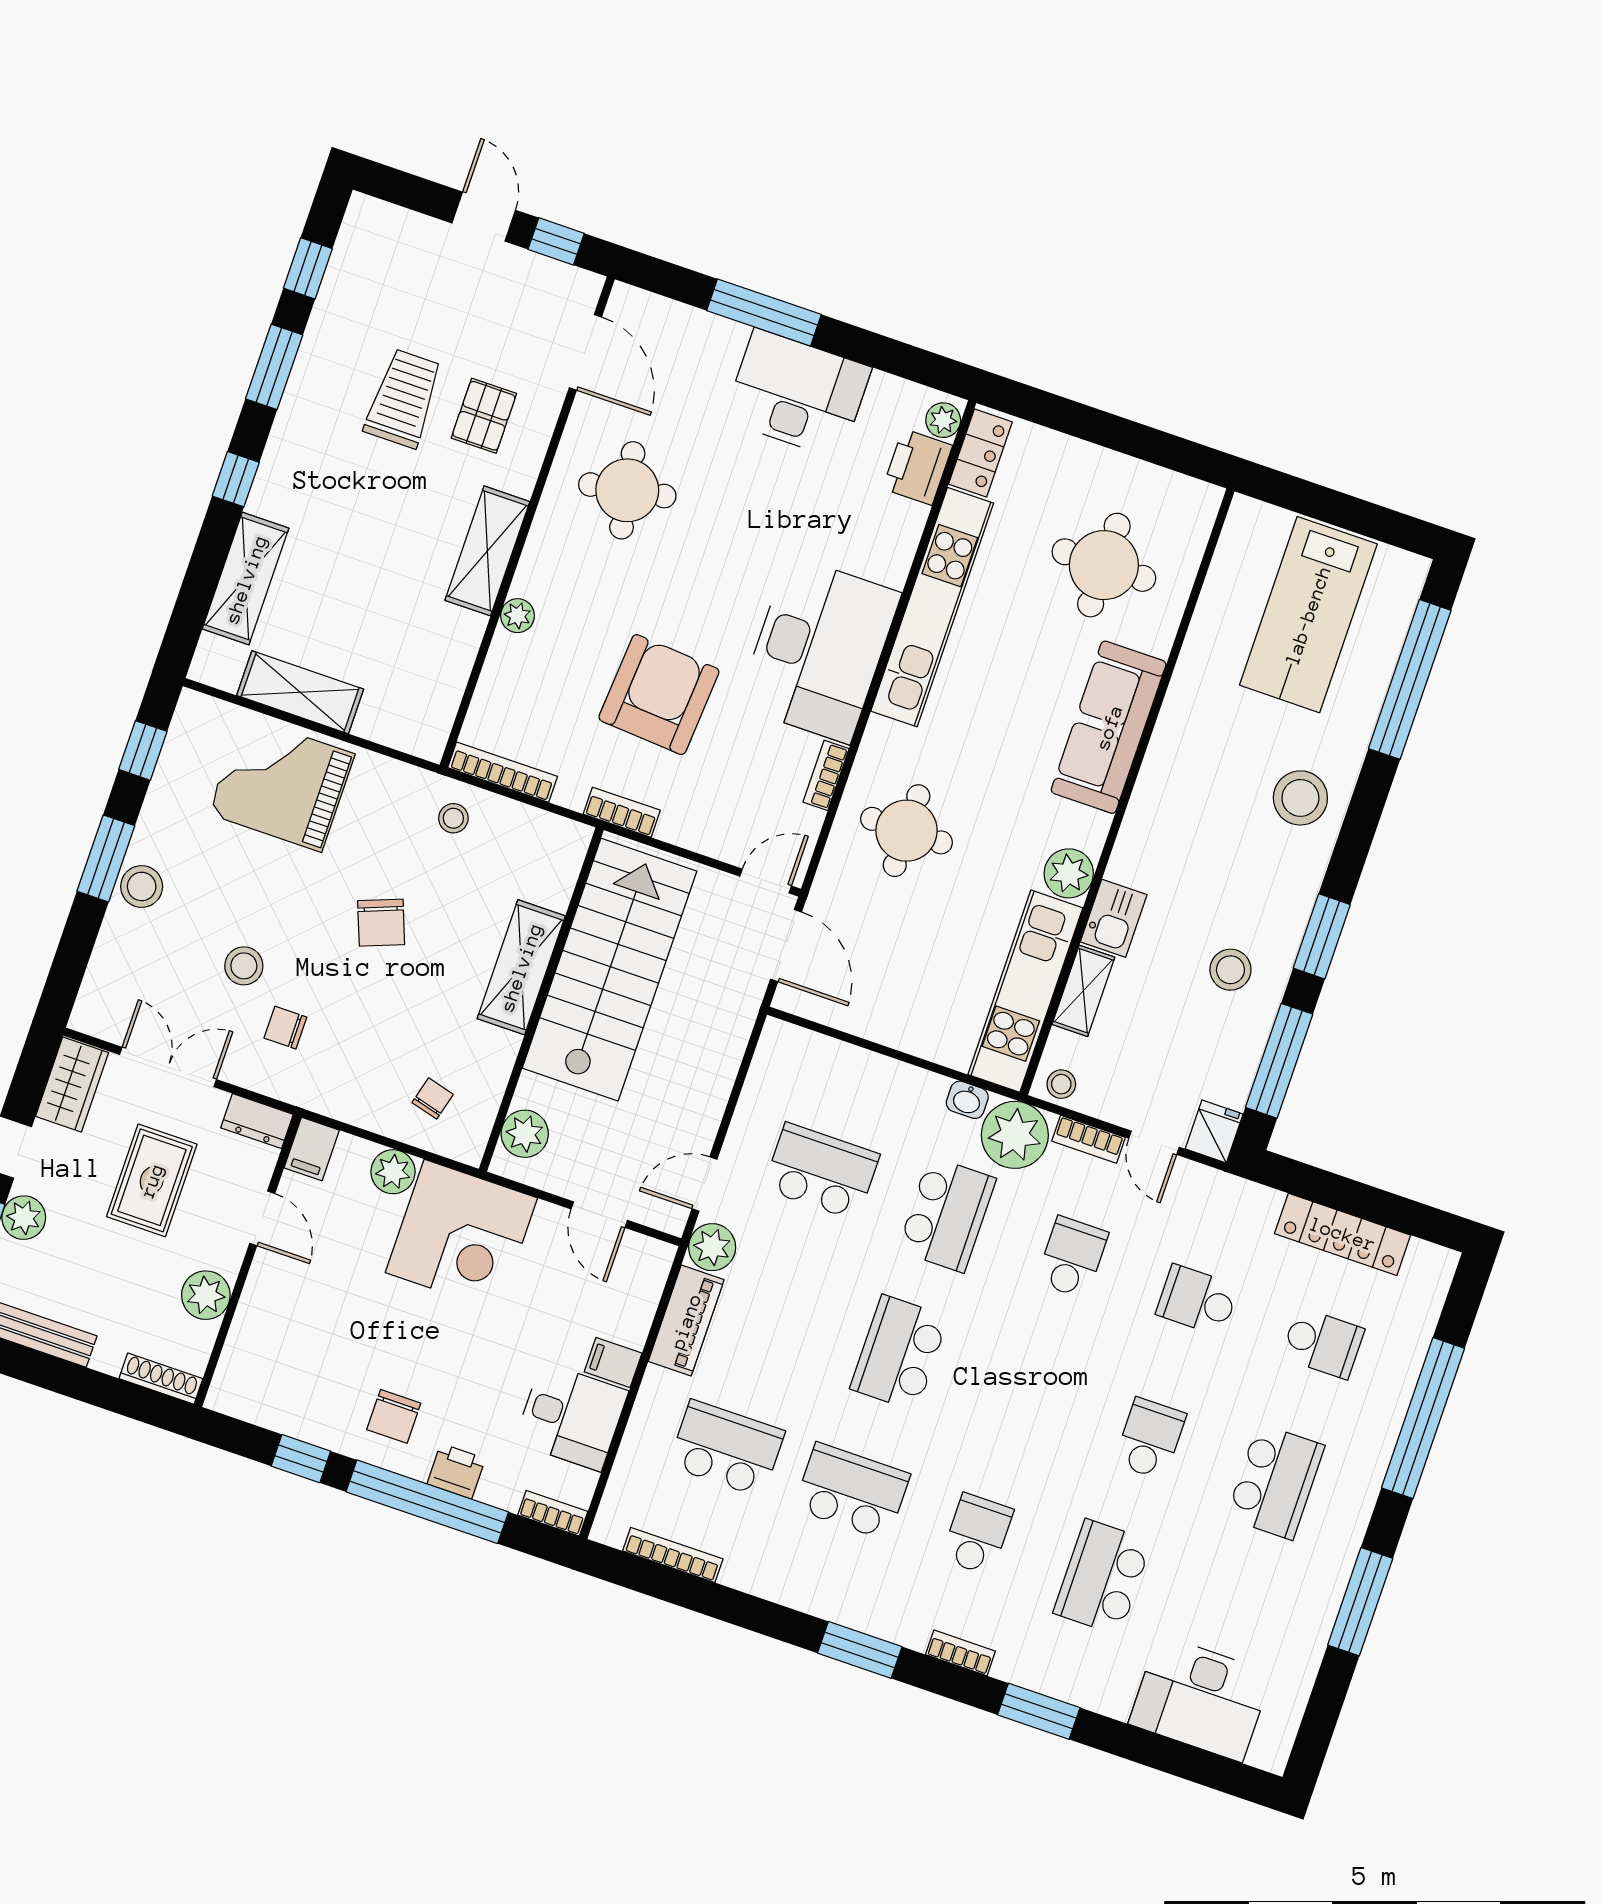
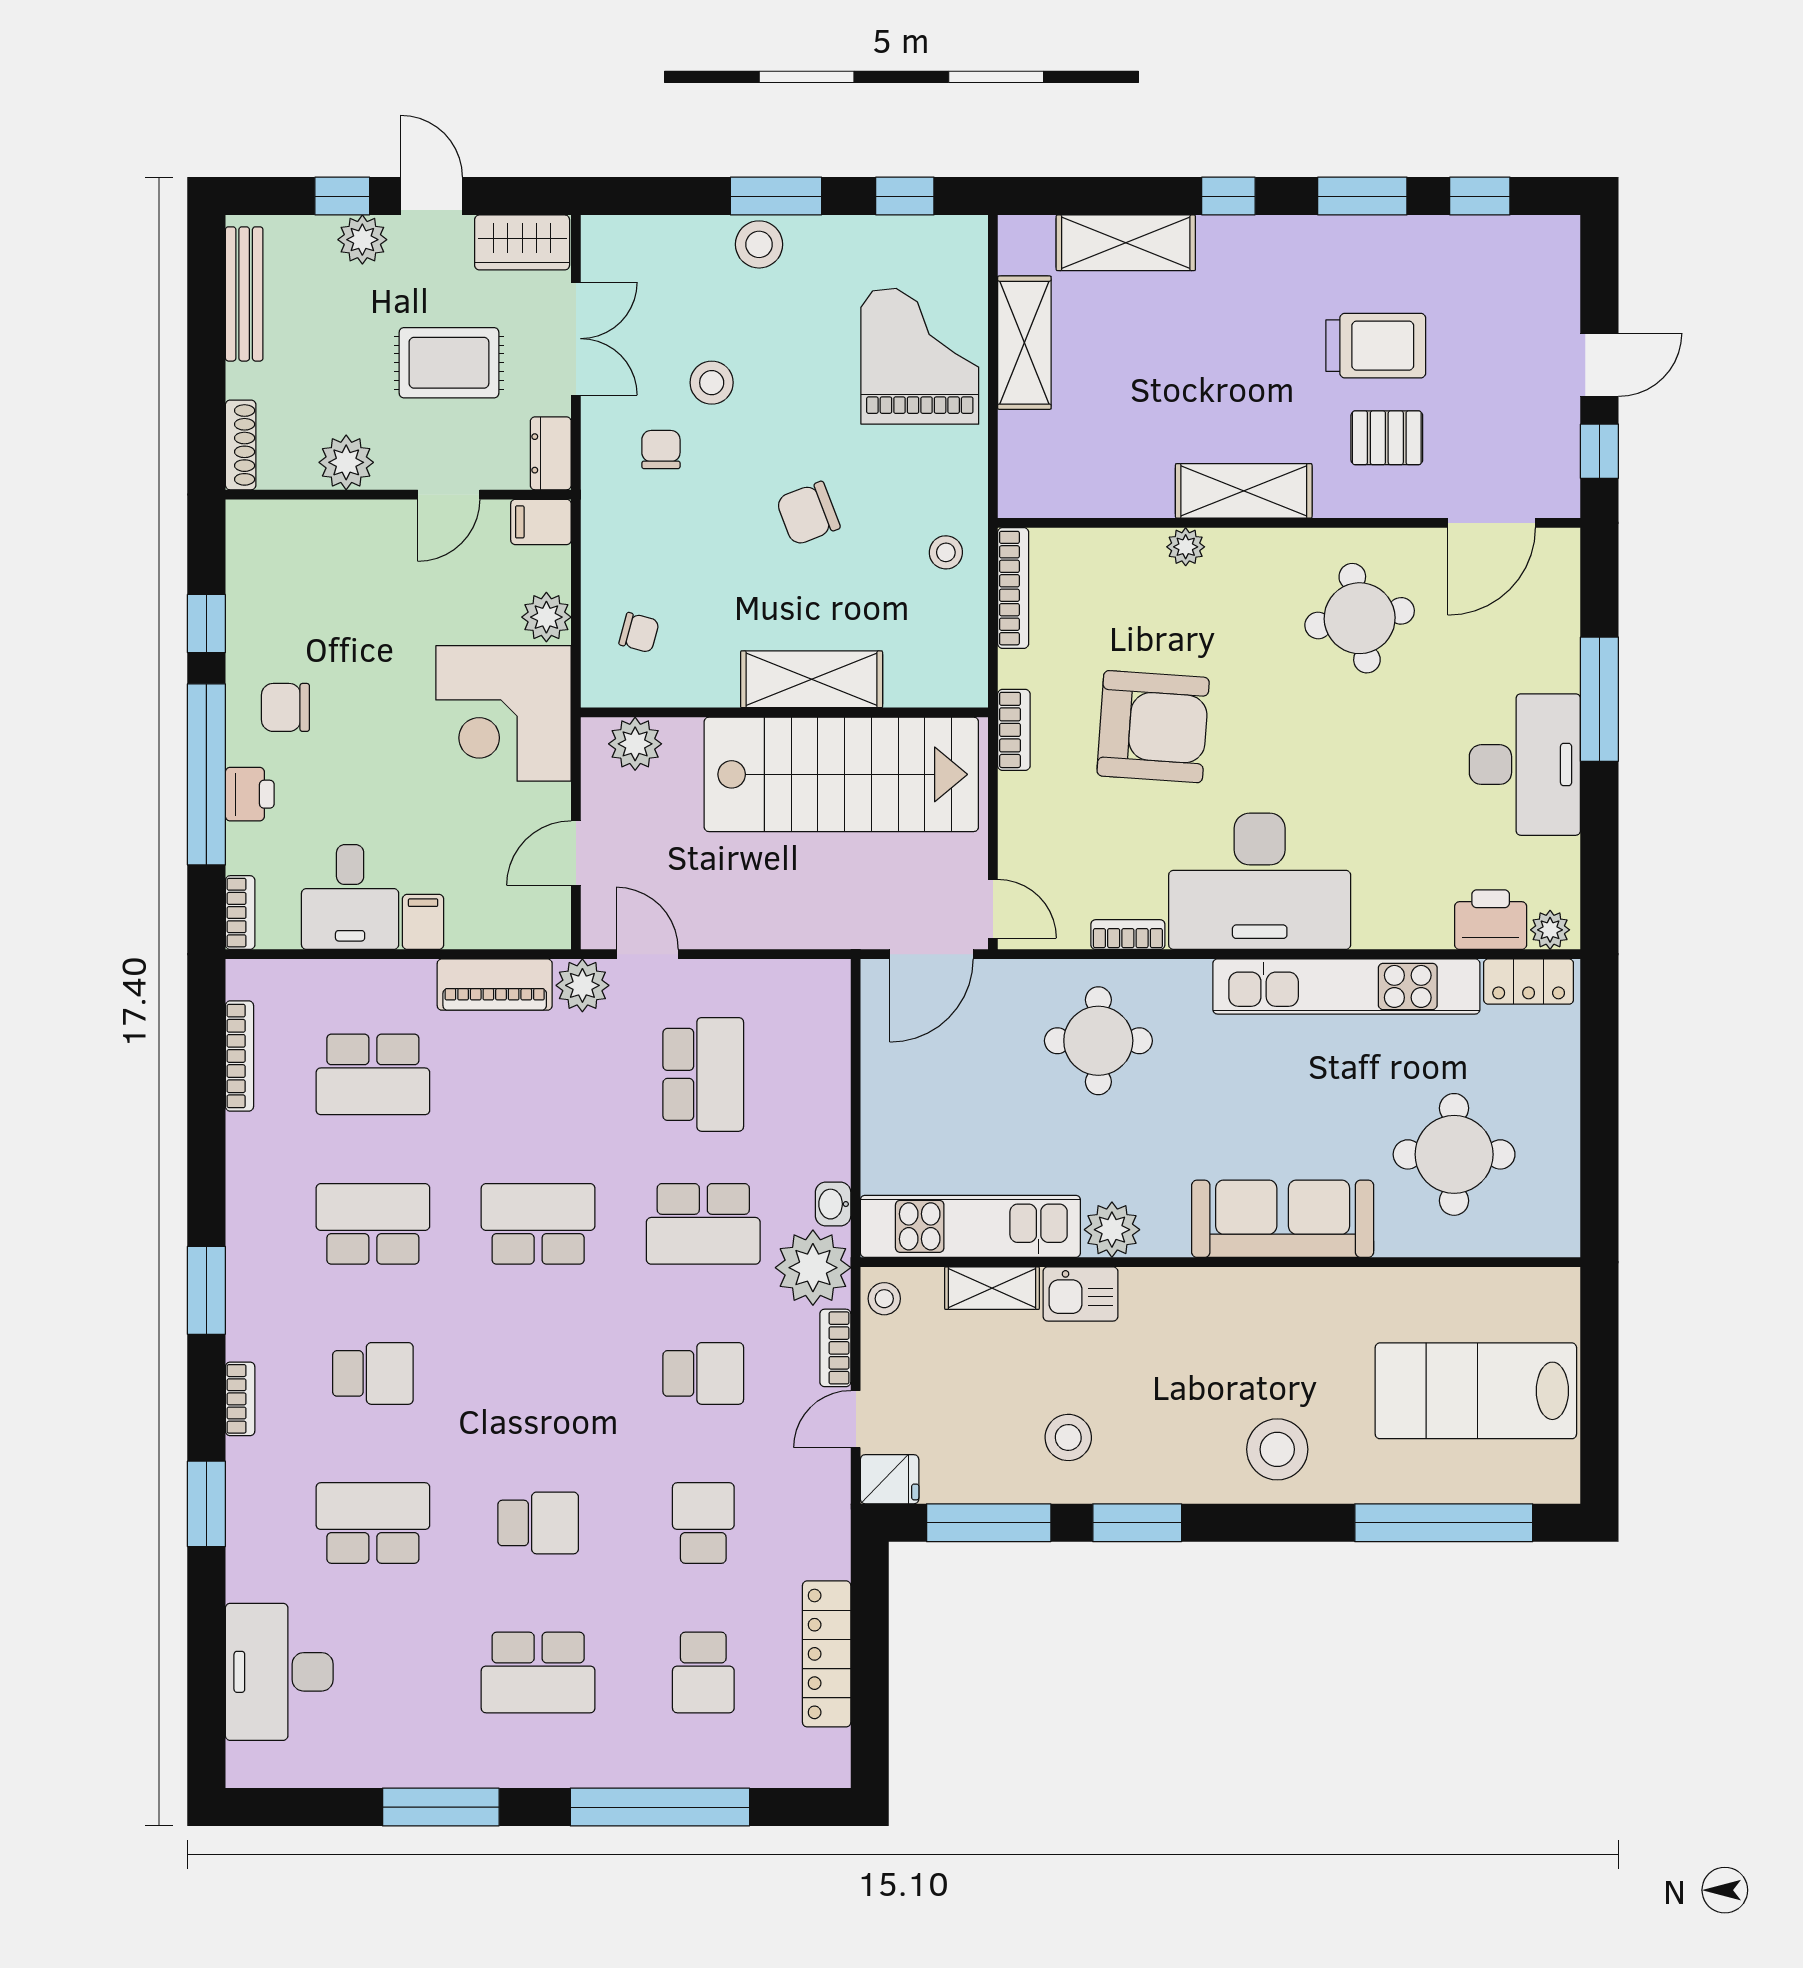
school desk: (727, 1448) -> (373, 1074), turned 90
school desk: (852, 1491) -> (373, 1224), turned -90

